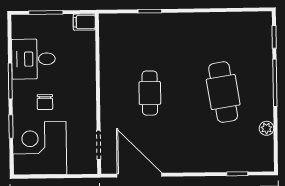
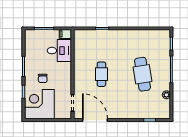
desk: (33, 59) -> (59, 51), moved, turned 180

